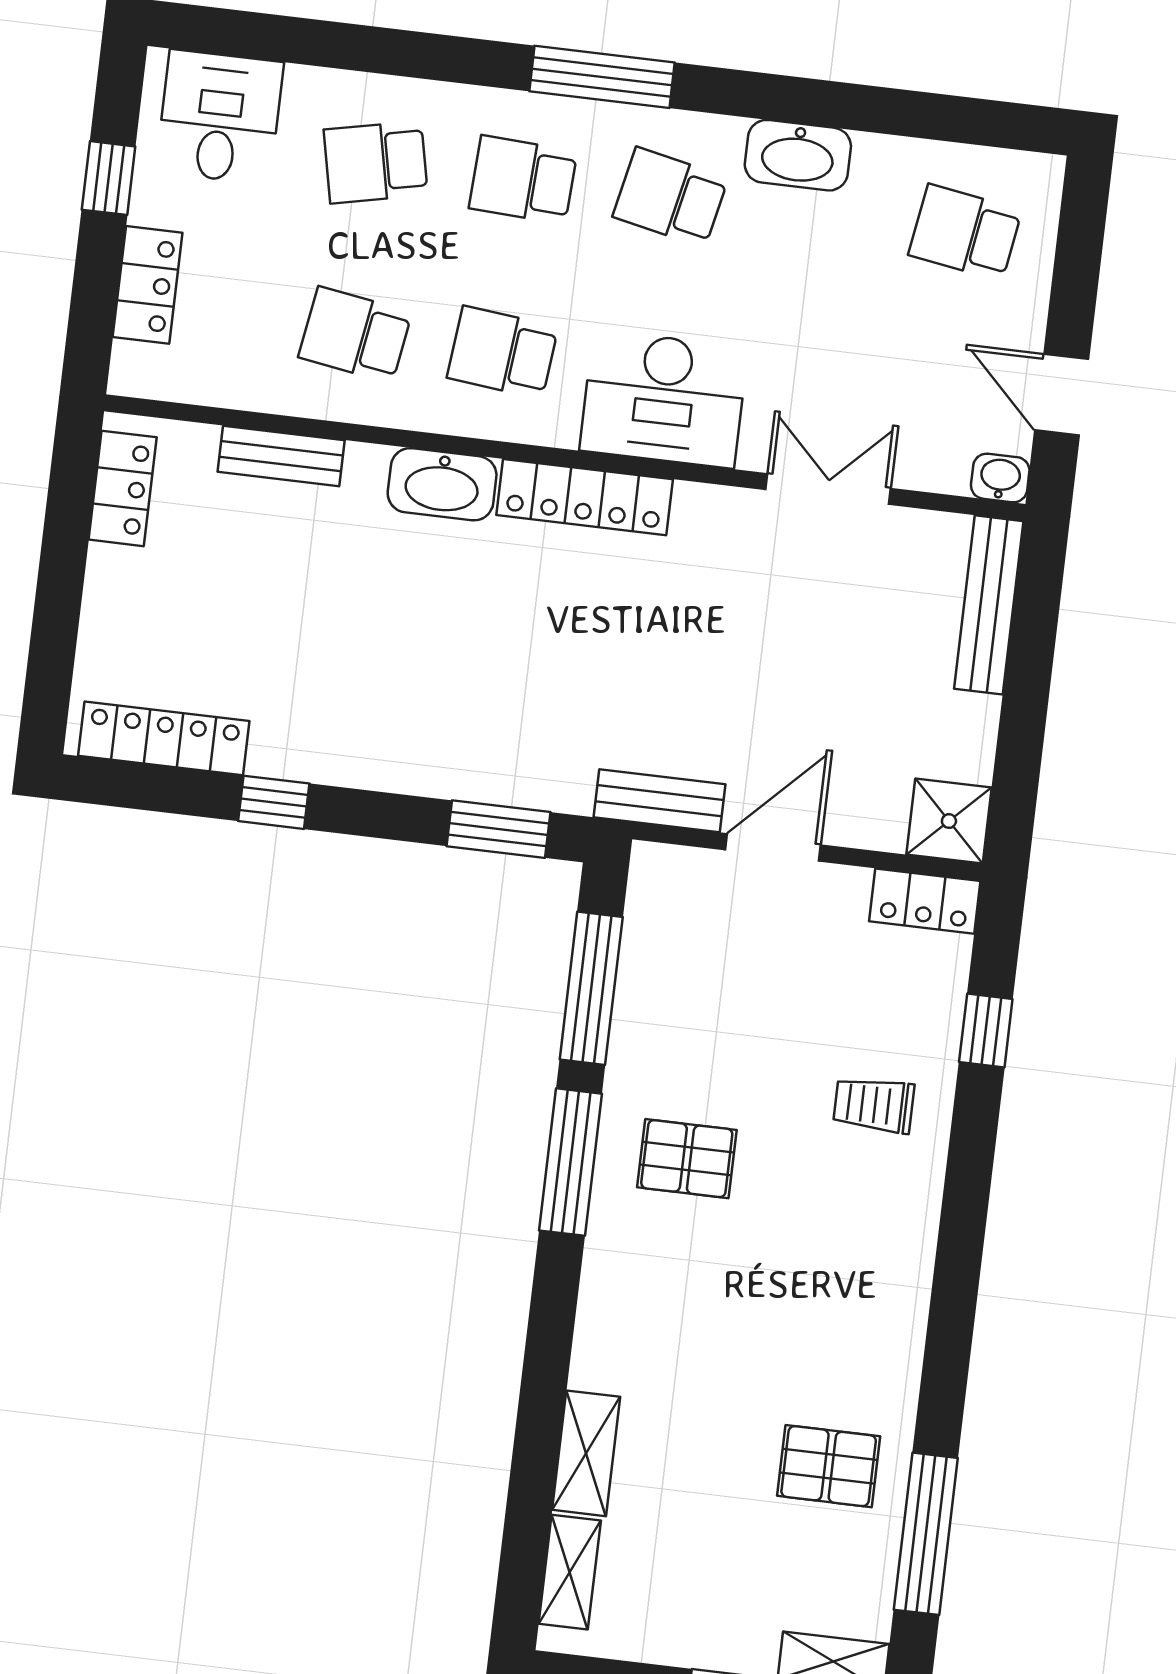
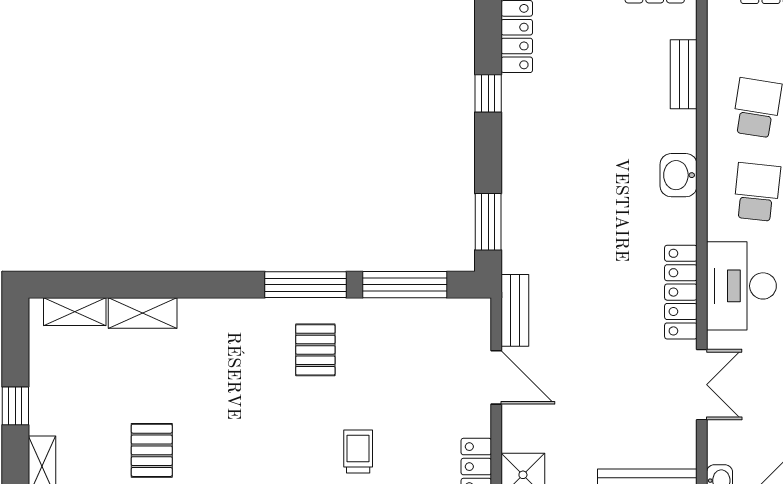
washbasin: (442, 484) -> (679, 175), width x0.72
locker: (585, 497) -> (681, 292), moved

